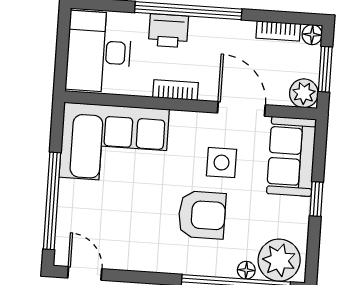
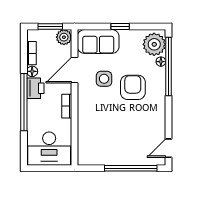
printer: (168, 31) -> (35, 88), moved
floor lamp: (312, 35) -> (32, 71), moved
corner sofa: (114, 143) -> (98, 137), removed

